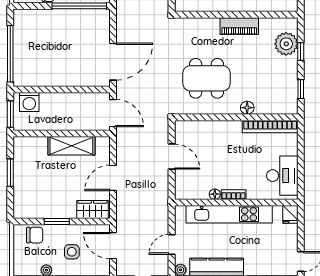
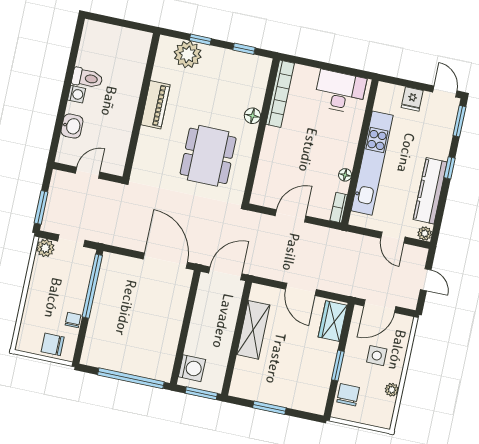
bookcase: (234, 195) -> (339, 208), moved
fridge: (290, 214) -> (412, 99), moved, turned 90

